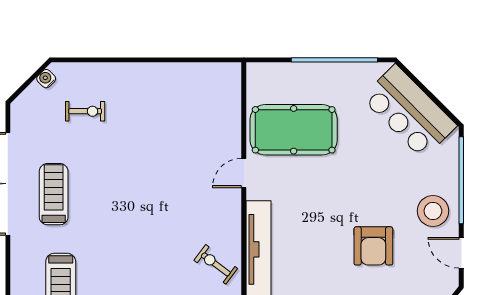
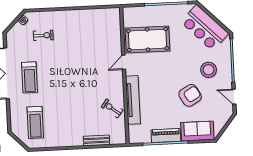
treadmill: (54, 194) -> (30, 77), turned 180
stool: (433, 211) -> (209, 70), moved
armchair: (373, 246) -> (190, 95), turned -120

